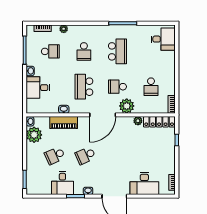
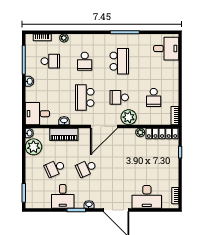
desk: (38, 88) -> (37, 114), moved

